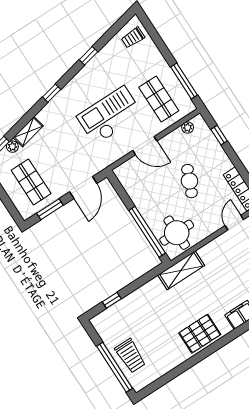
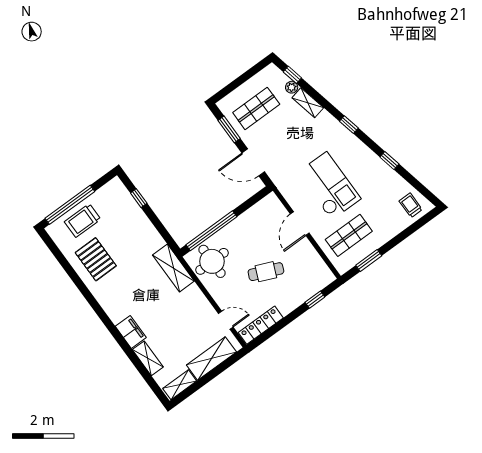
window: (184, 81) -> (369, 260), width x0.69
plant: (188, 128) -> (321, 267), removed
pallet: (200, 334) -> (96, 259), moved

